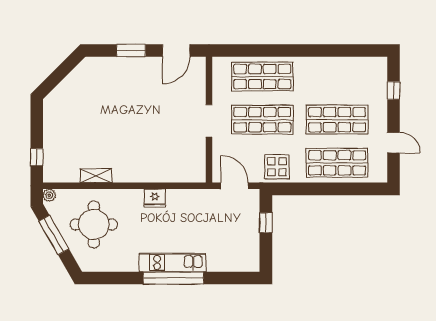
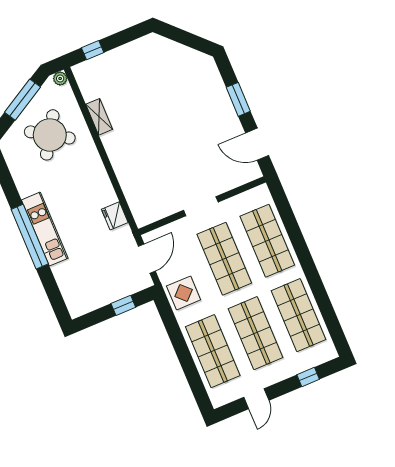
shop shelf: (337, 77) -> (298, 315), added
fridge: (155, 198) -> (115, 216), moved
round table: (94, 224) -> (50, 135), turned 32

